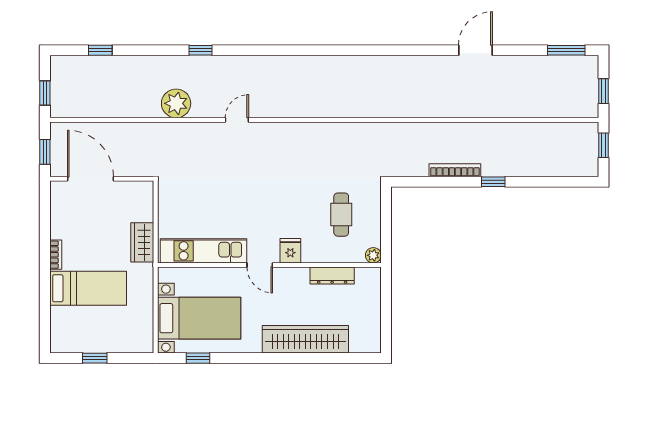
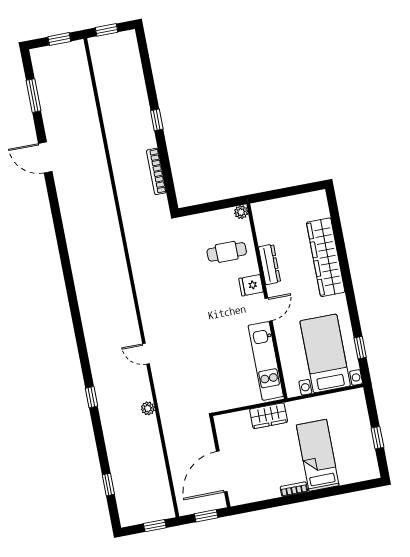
window: (566, 50) -> (33, 96), moved
plant: (176, 103) -> (148, 408), width x0.53, depth x0.53
bookcase: (455, 170) -> (156, 171), moved
cafe table: (341, 215) -> (227, 252), moved
dresser: (332, 276) -> (269, 264), moved

